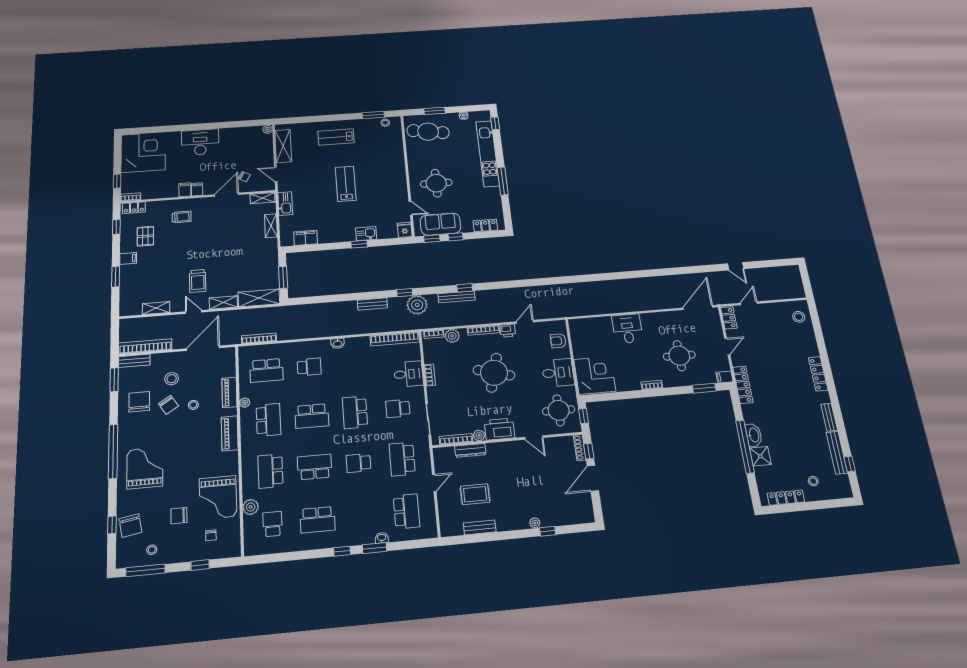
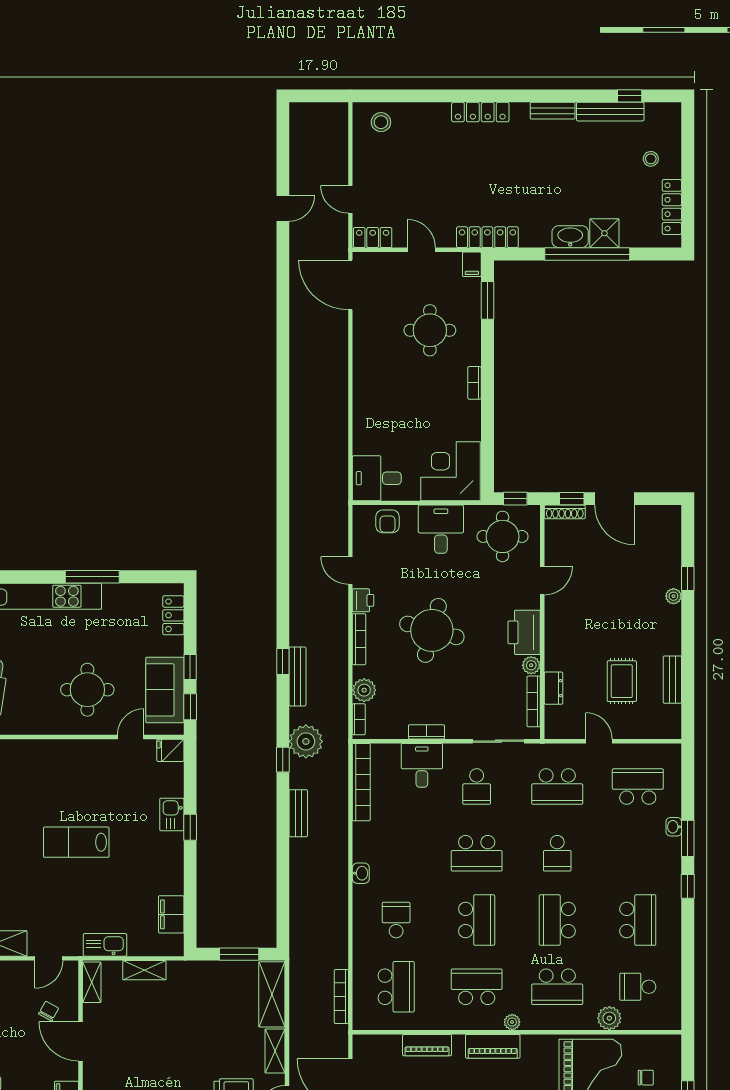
desk: (627, 329) -> (377, 478), moved
plant: (245, 403) -> (512, 1022), moved
dresser: (470, 450) -> (553, 688), width x0.70

